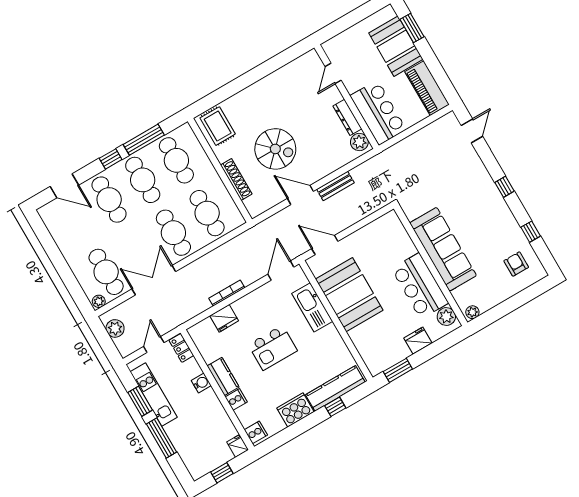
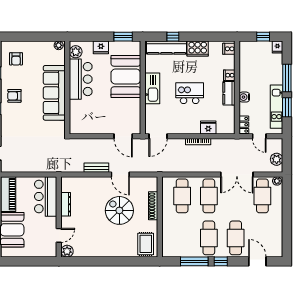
plant: (359, 142) -> (67, 251), moved
cafe table: (176, 160) -> (182, 238), removed
armchair: (491, 216) -> (14, 96), added
booth: (349, 295) -> (126, 77), moved
kitchen sink: (312, 307) -> (152, 88), moved
door: (154, 345) -> (259, 136), hinge flipped
fridge: (238, 446) -> (277, 47), moved

